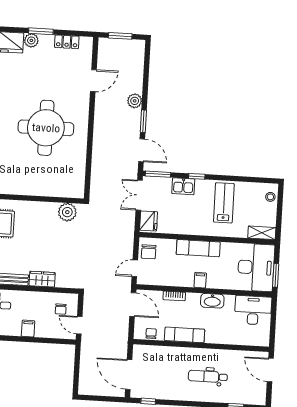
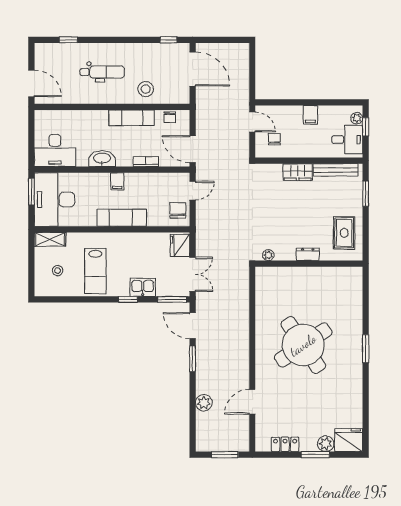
plant: (135, 101) -> (204, 403), moved
round table: (46, 128) -> (303, 345), turned -34
stool: (270, 197) -> (58, 271), moved
dresser: (37, 207) -> (308, 254), added
plant: (67, 212) -> (268, 255), width x0.53, depth x0.53
stool: (171, 359) -> (146, 89), added

